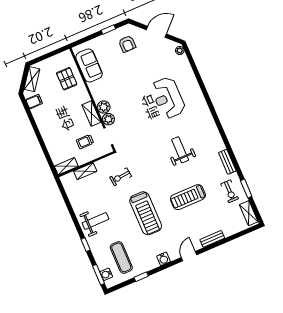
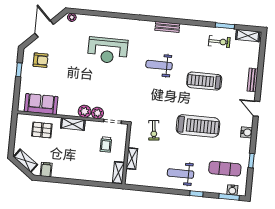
shelving: (91, 113) -> (73, 124), moved
bench: (227, 162) -> (167, 27), moved
treadmill: (188, 197) -> (204, 81), turned 90
weight bench: (96, 221) -> (181, 174), turned -90

